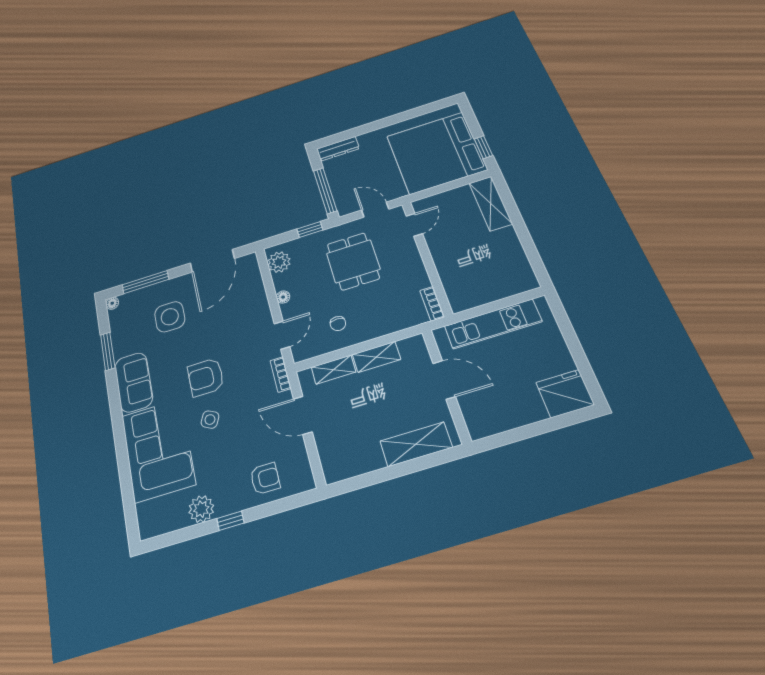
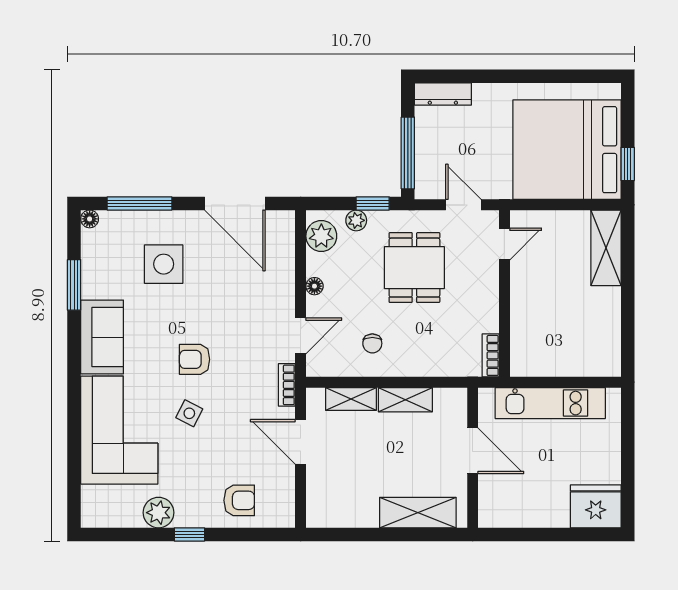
plant: (301, 244) -> (356, 220), added
door: (212, 261) -> (235, 203), hinge flipped
armchair: (206, 377) -> (195, 359), width x0.72, depth x0.72

